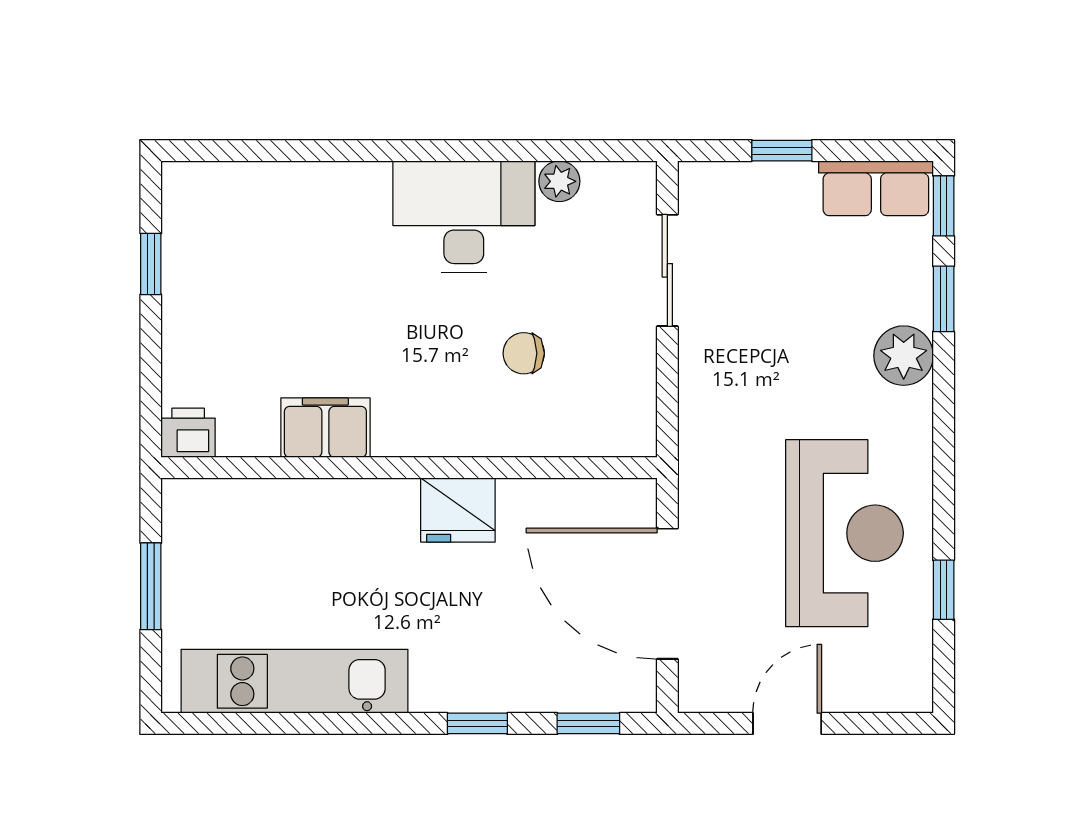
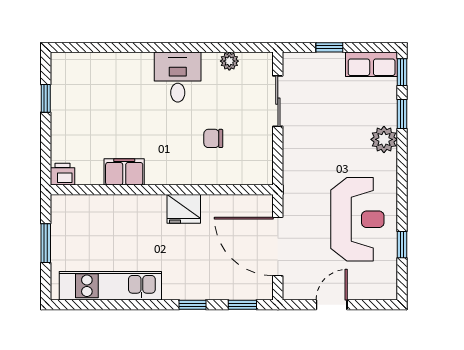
desk: (464, 217) -> (178, 77), width x0.73

